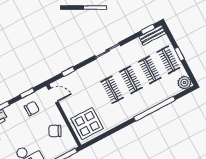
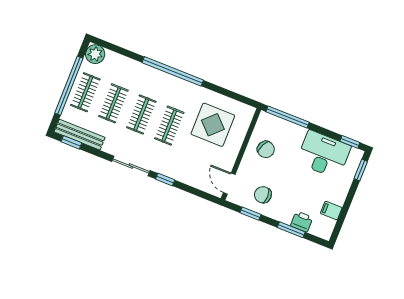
bench: (152, 35) -> (80, 135), width x1.36
window: (179, 54) -> (69, 86), width x3.17
window: (68, 72) -> (165, 180), moved
window: (154, 109) -> (173, 71), moved
display table: (87, 124) -> (213, 125), moved

